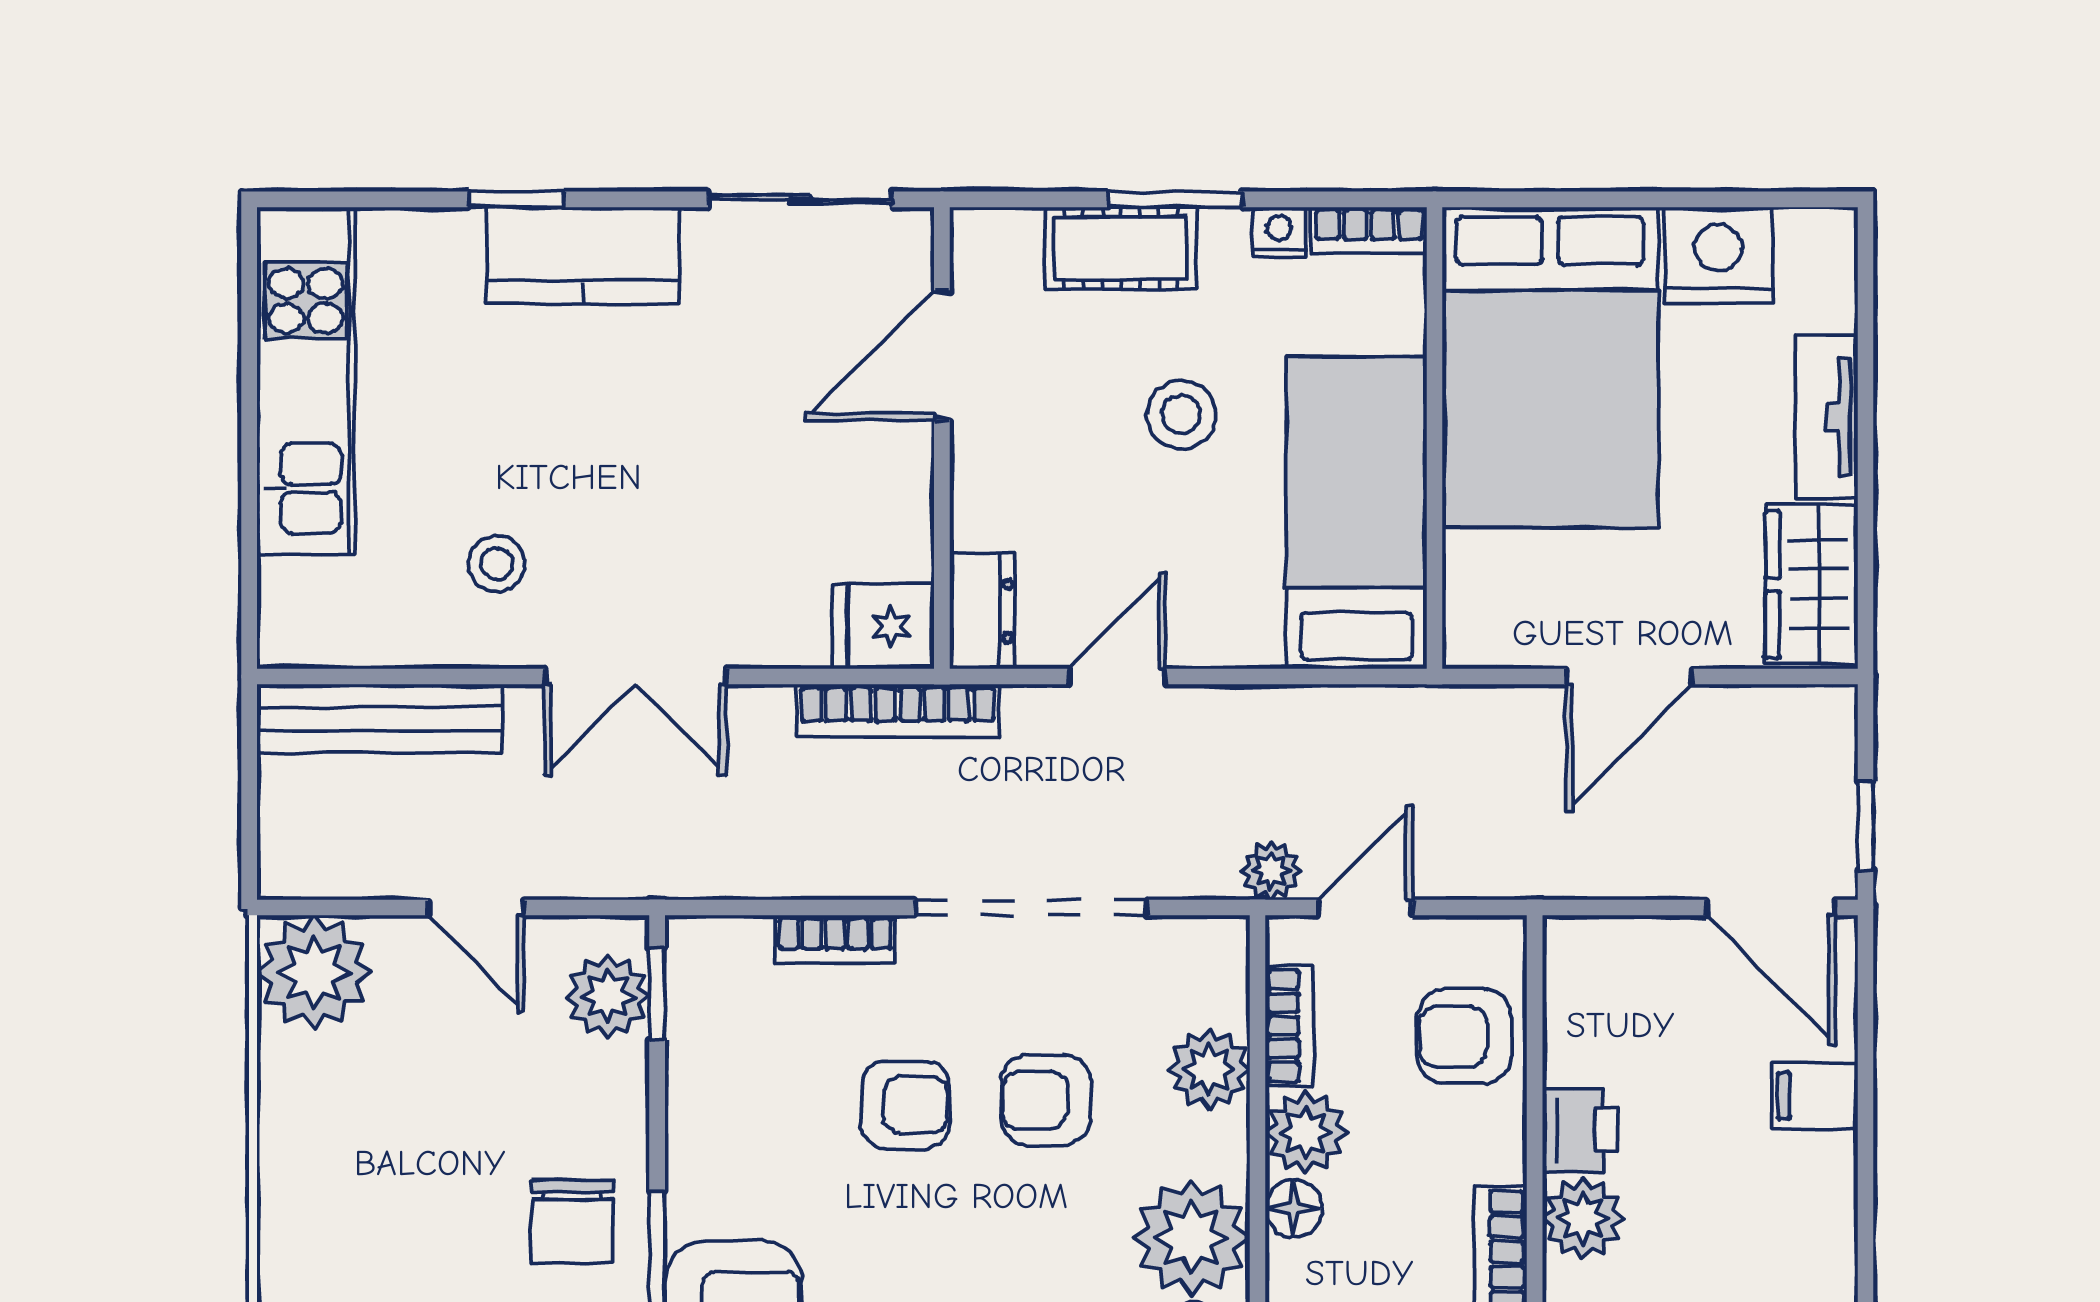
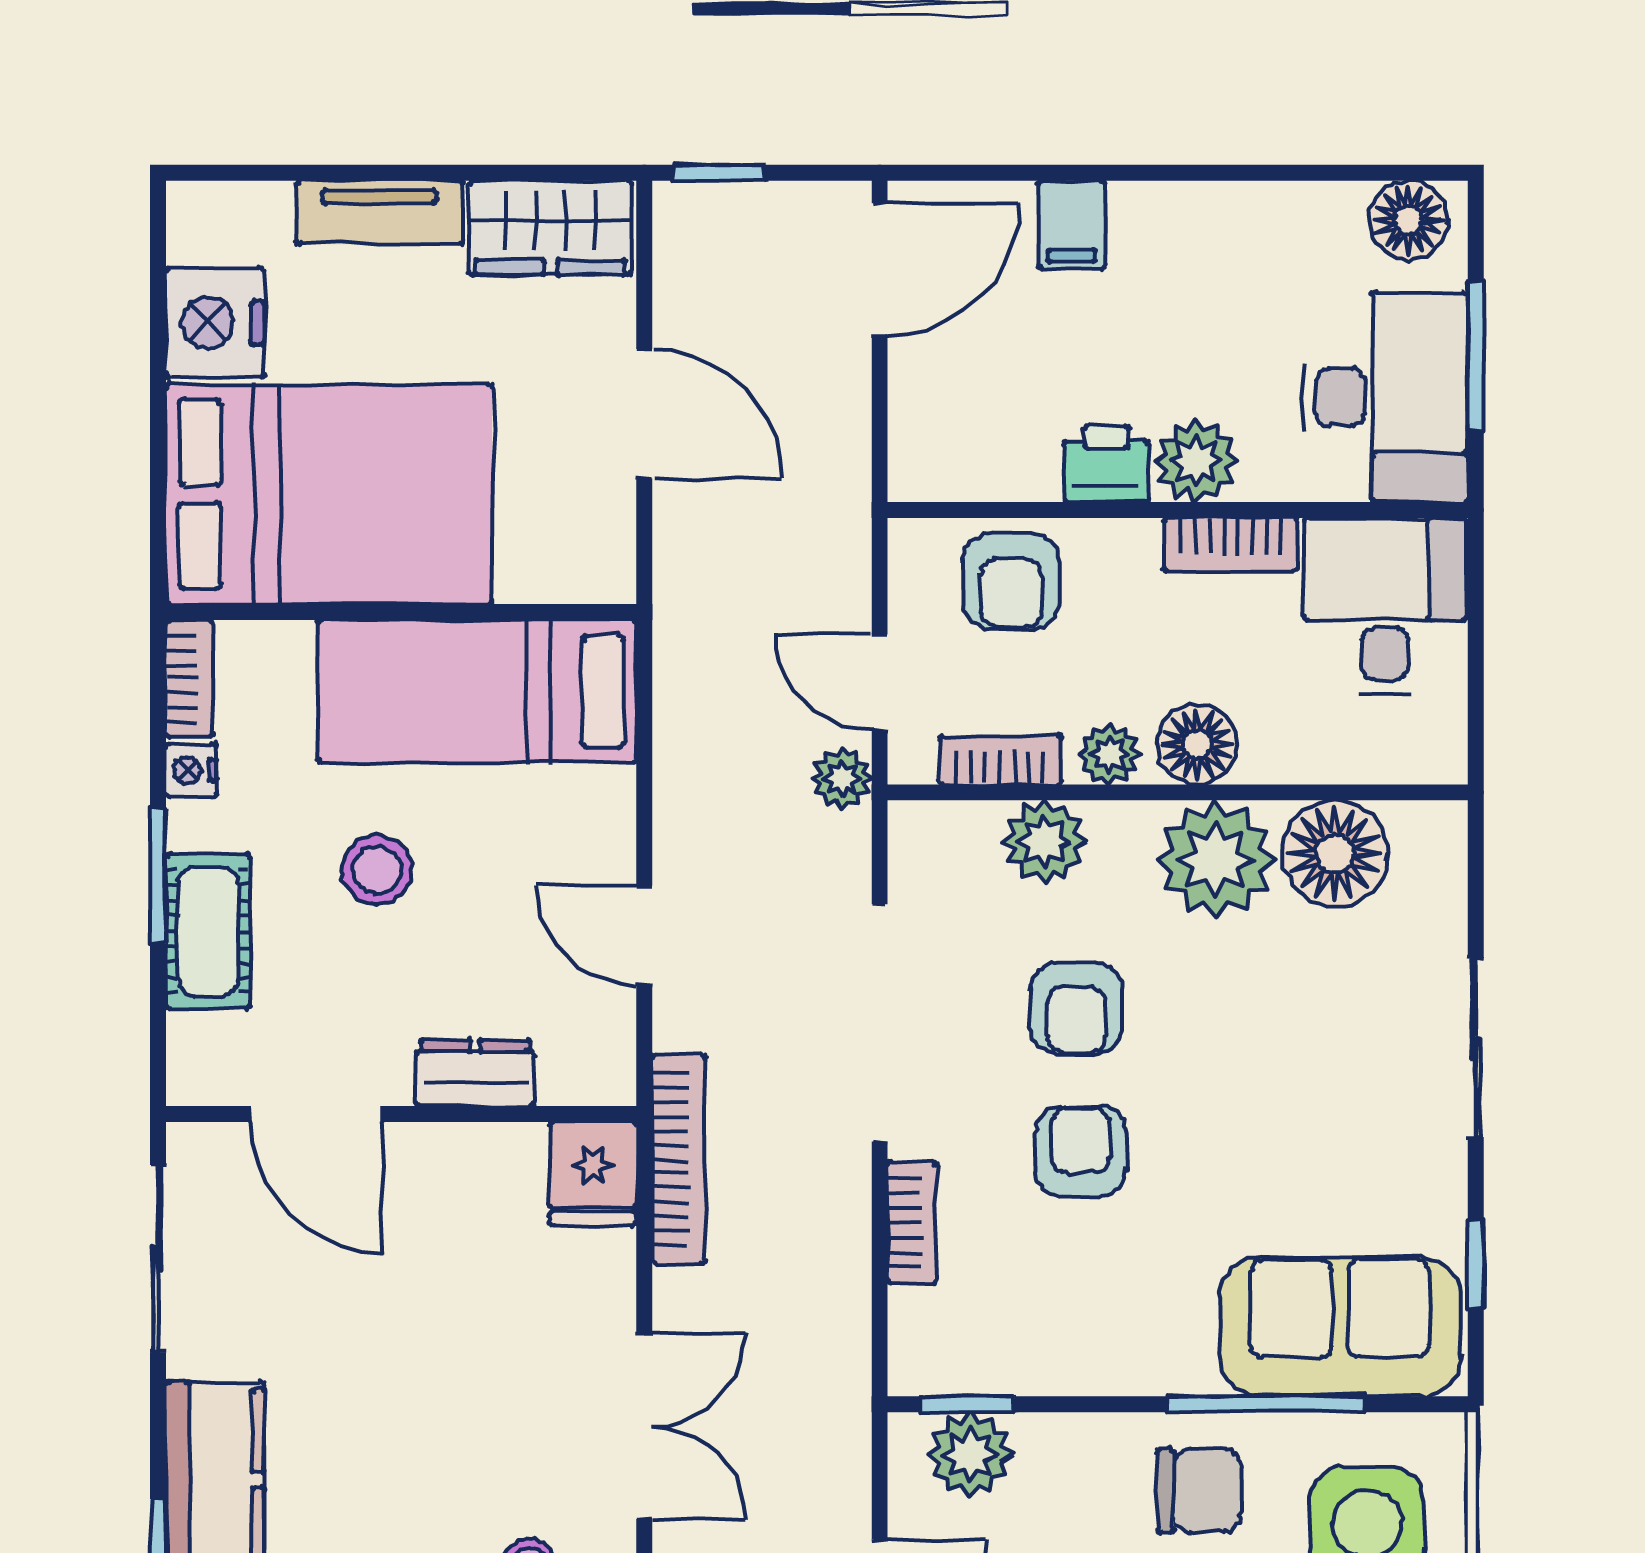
dresser: (982, 611) -> (475, 1073), moved
window: (1866, 826) -> (719, 173), moved
plant: (1306, 1133) -> (1109, 754), width x0.73, depth x0.73
floor lamp: (1294, 1208) -> (1197, 744), width x1.37, depth x1.37

